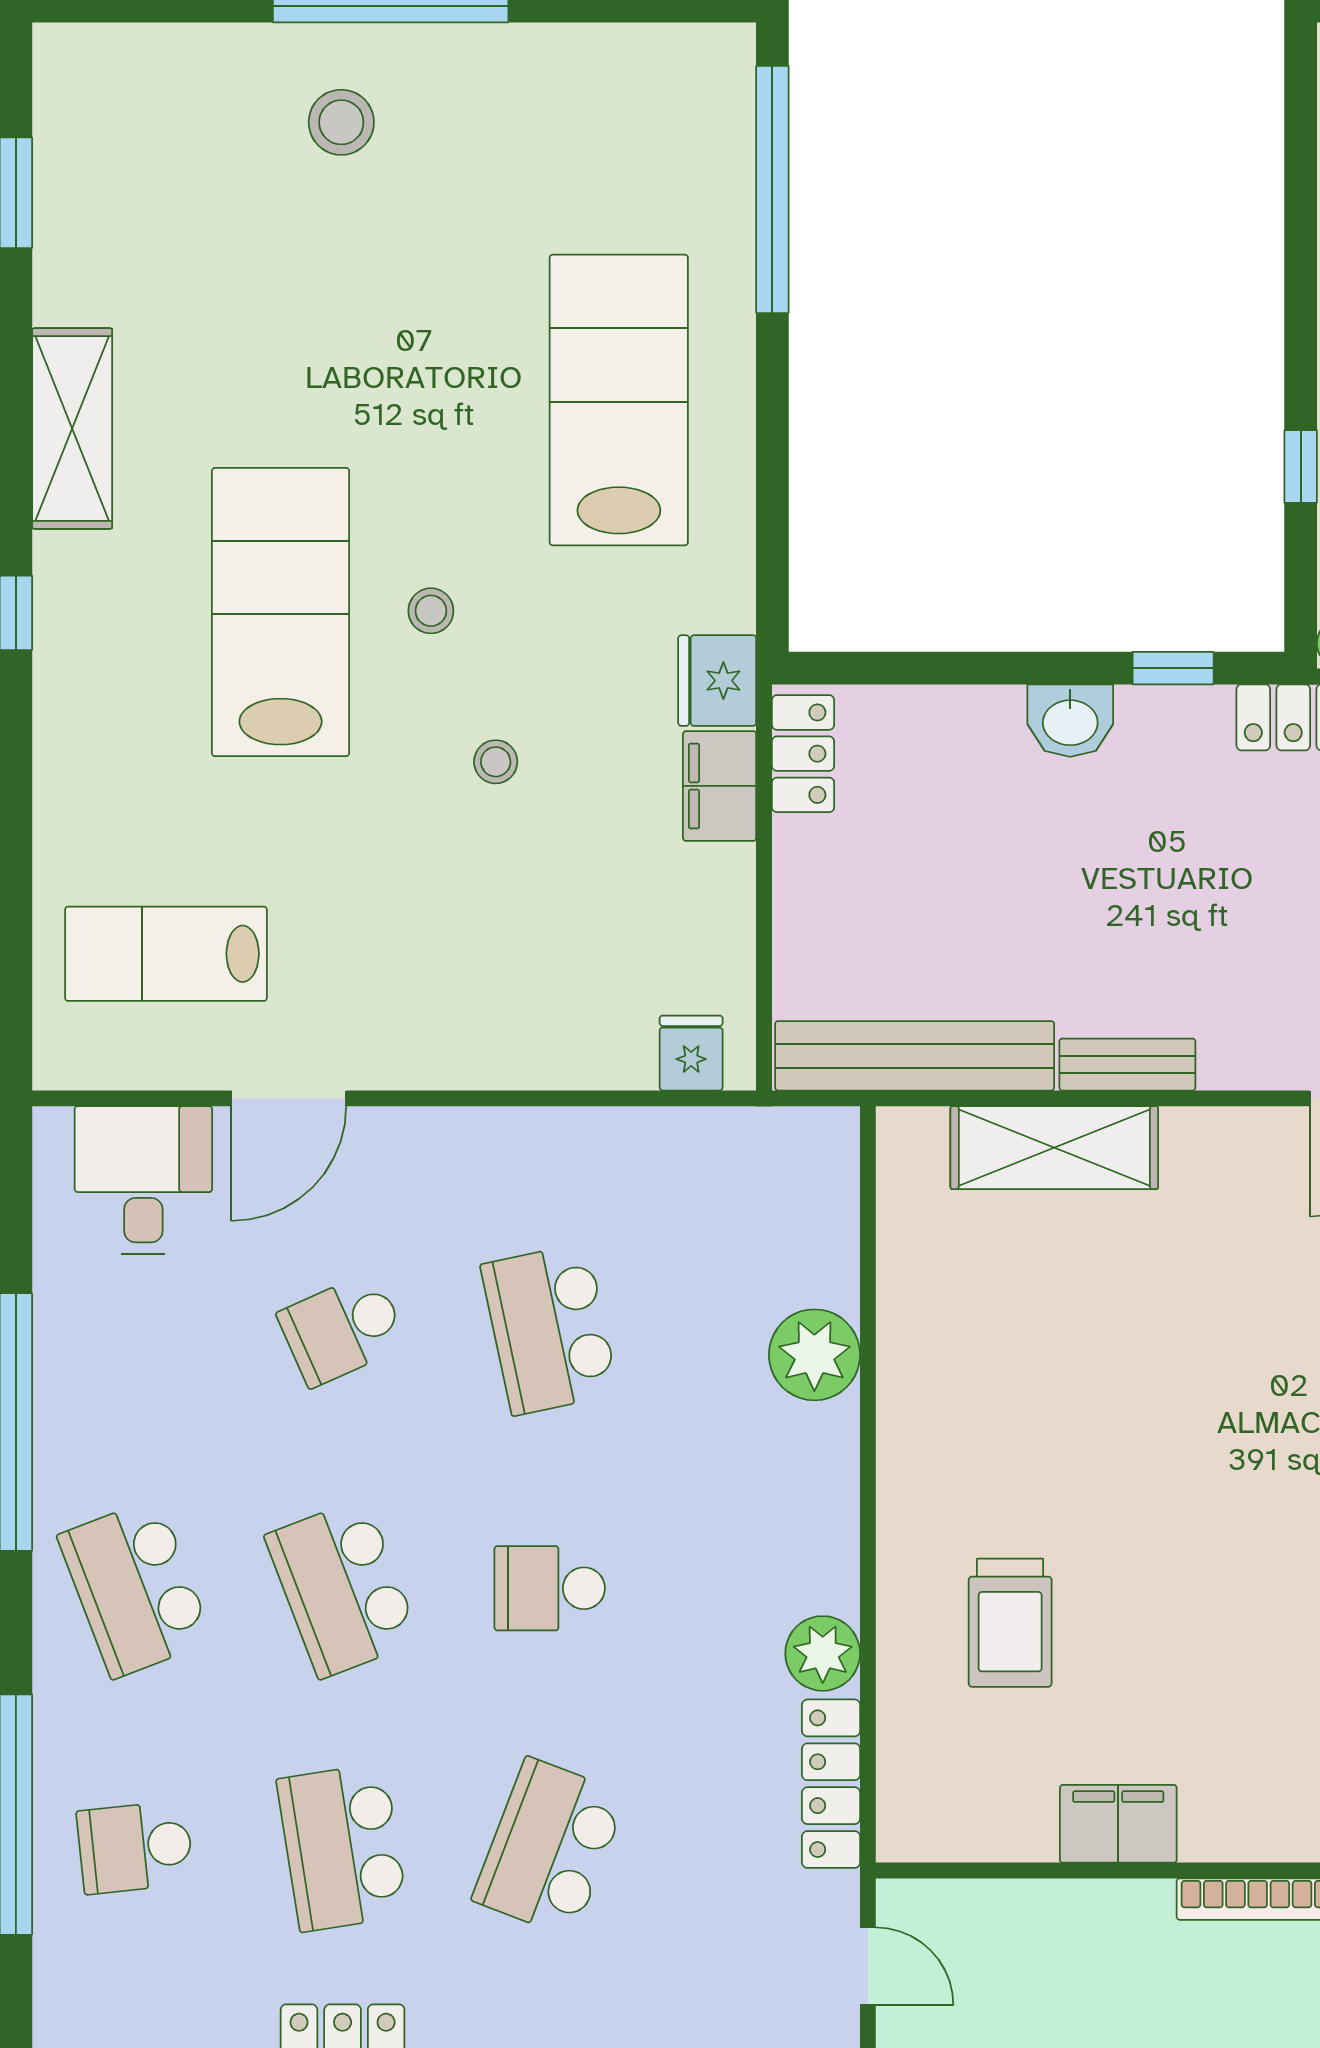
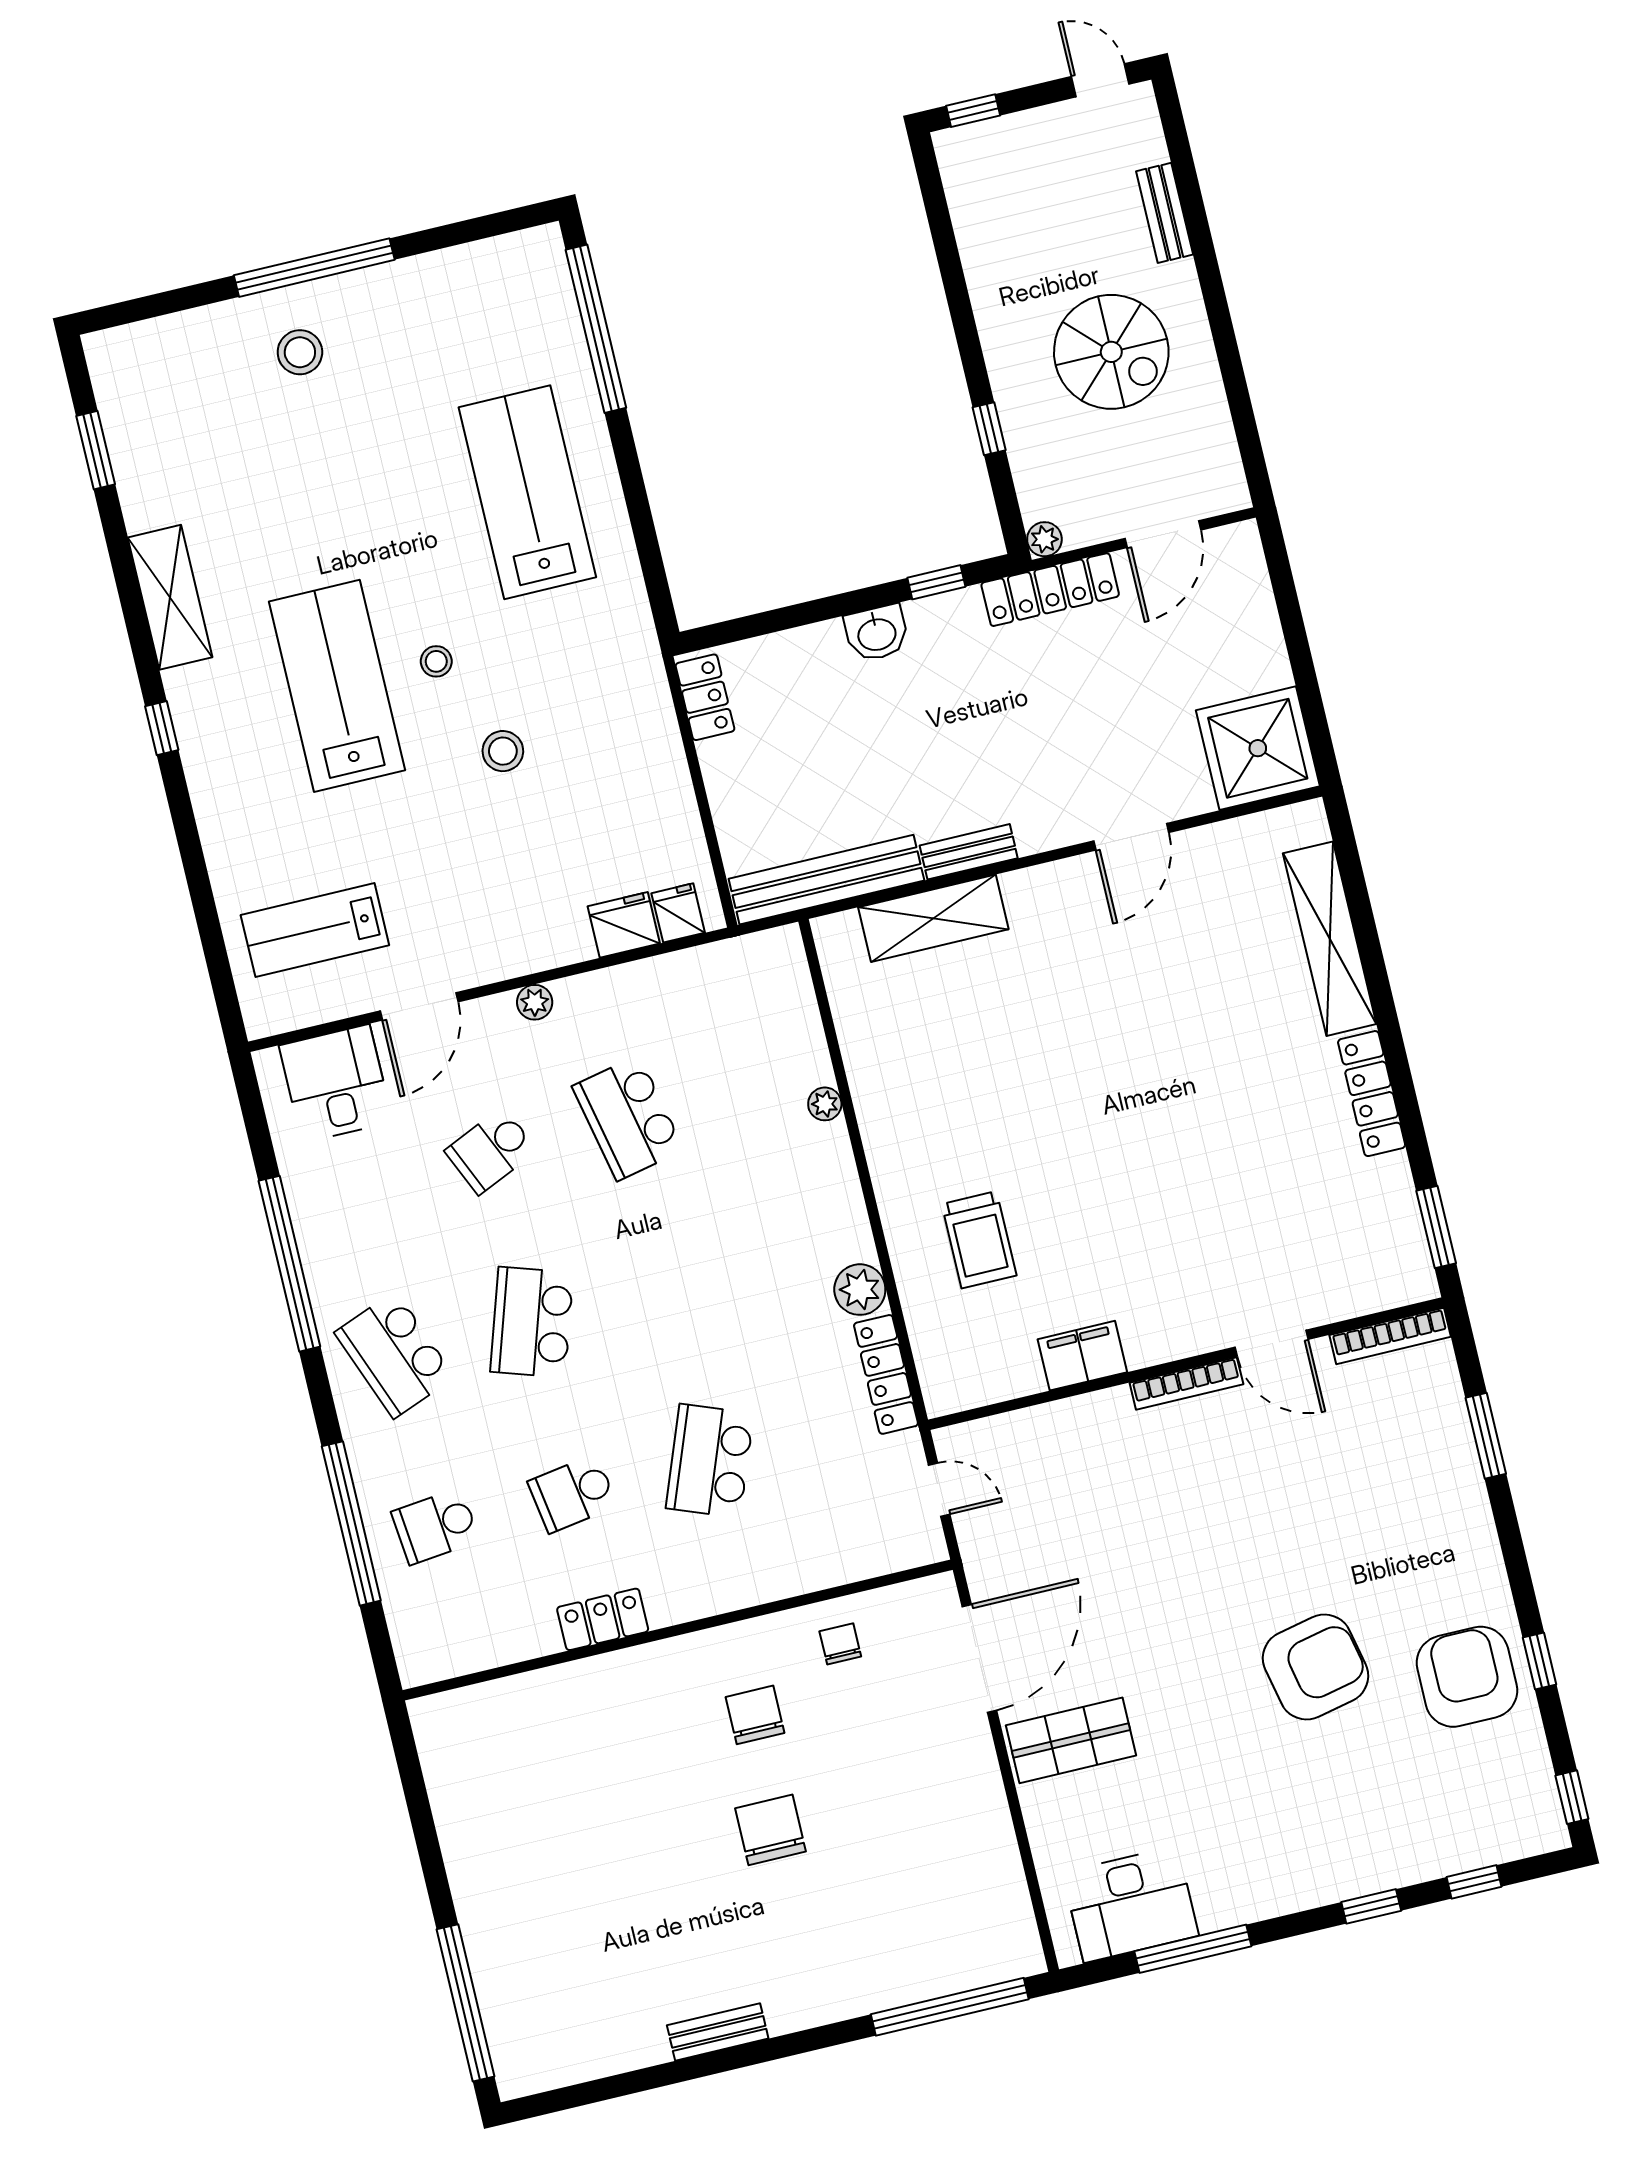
fridge: (717, 681) -> (624, 925), moved, turned 90
stool: (496, 762) -> (503, 751), width x1.37, depth x1.37
filing cabinet: (720, 786) -> (655, 732), removed
plant: (456, 1132) -> (535, 1002), added
plant: (814, 1355) -> (825, 1104), width x0.53, depth x0.53
school desk: (342, 1588) -> (532, 1322), turned 39
school desk: (550, 1588) -> (669, 1289), removed
school desk: (342, 1847) -> (573, 1494), width x0.54

